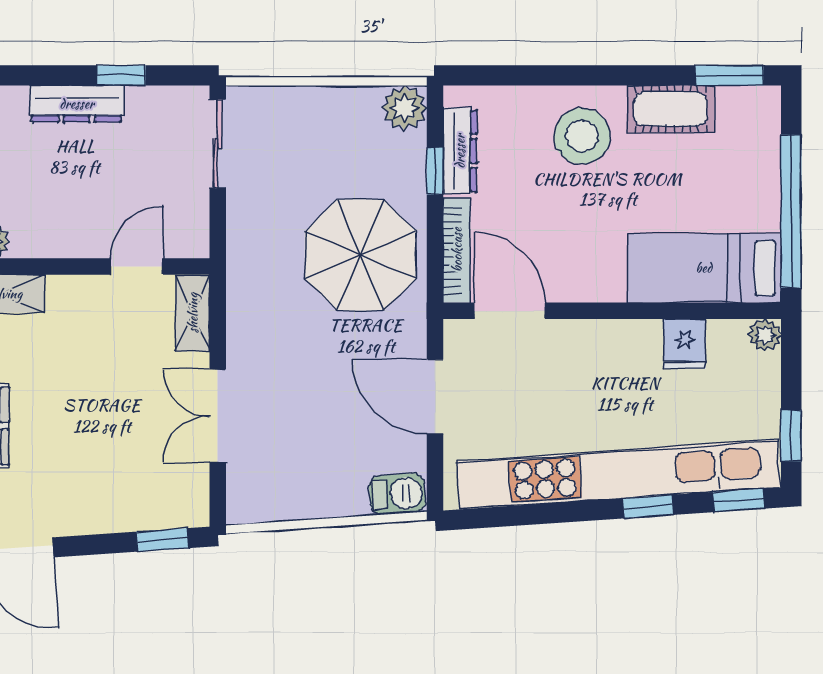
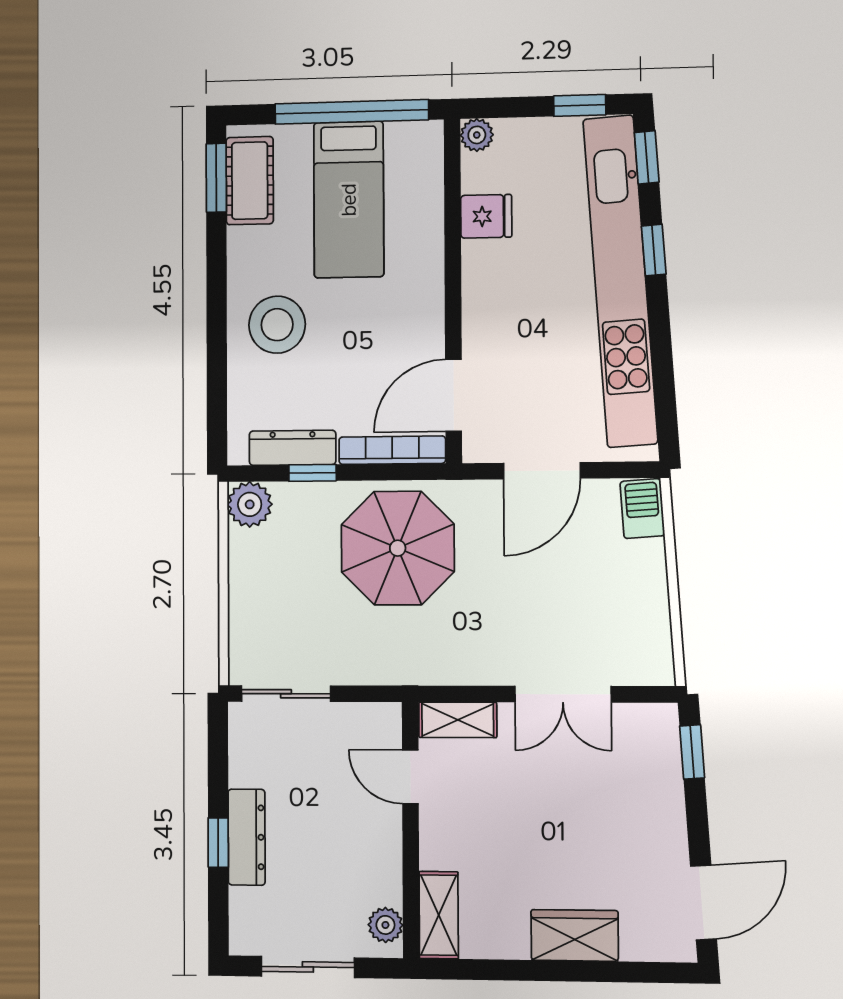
window: (121, 75) -> (218, 843), moved
cot: (670, 109) -> (250, 181), moved
bed: (704, 268) -> (349, 200), moved

